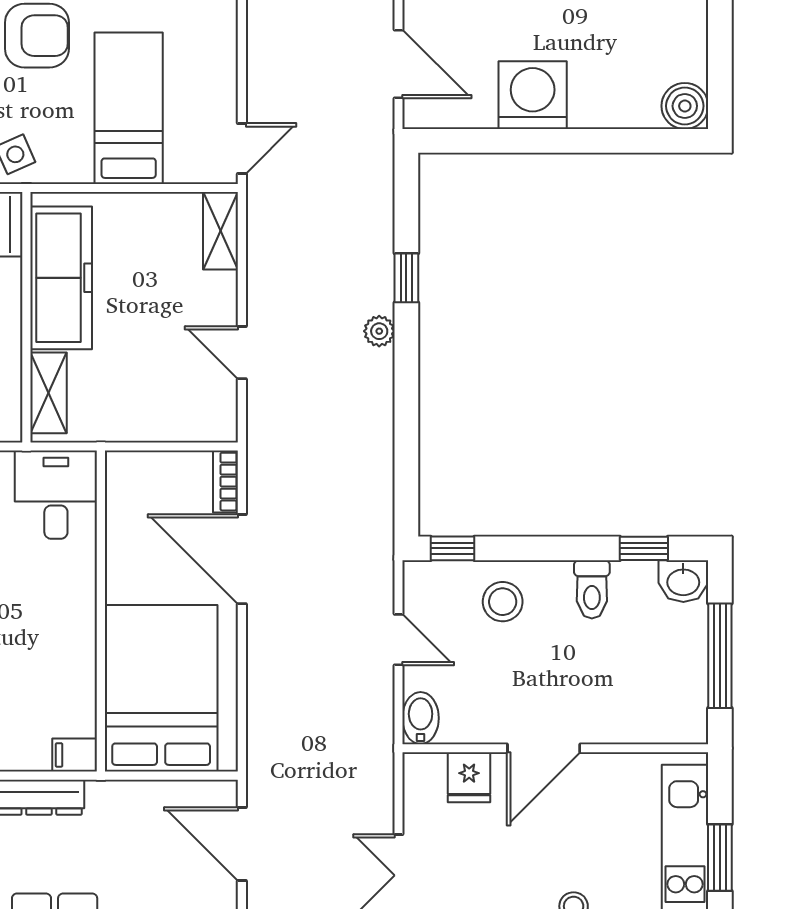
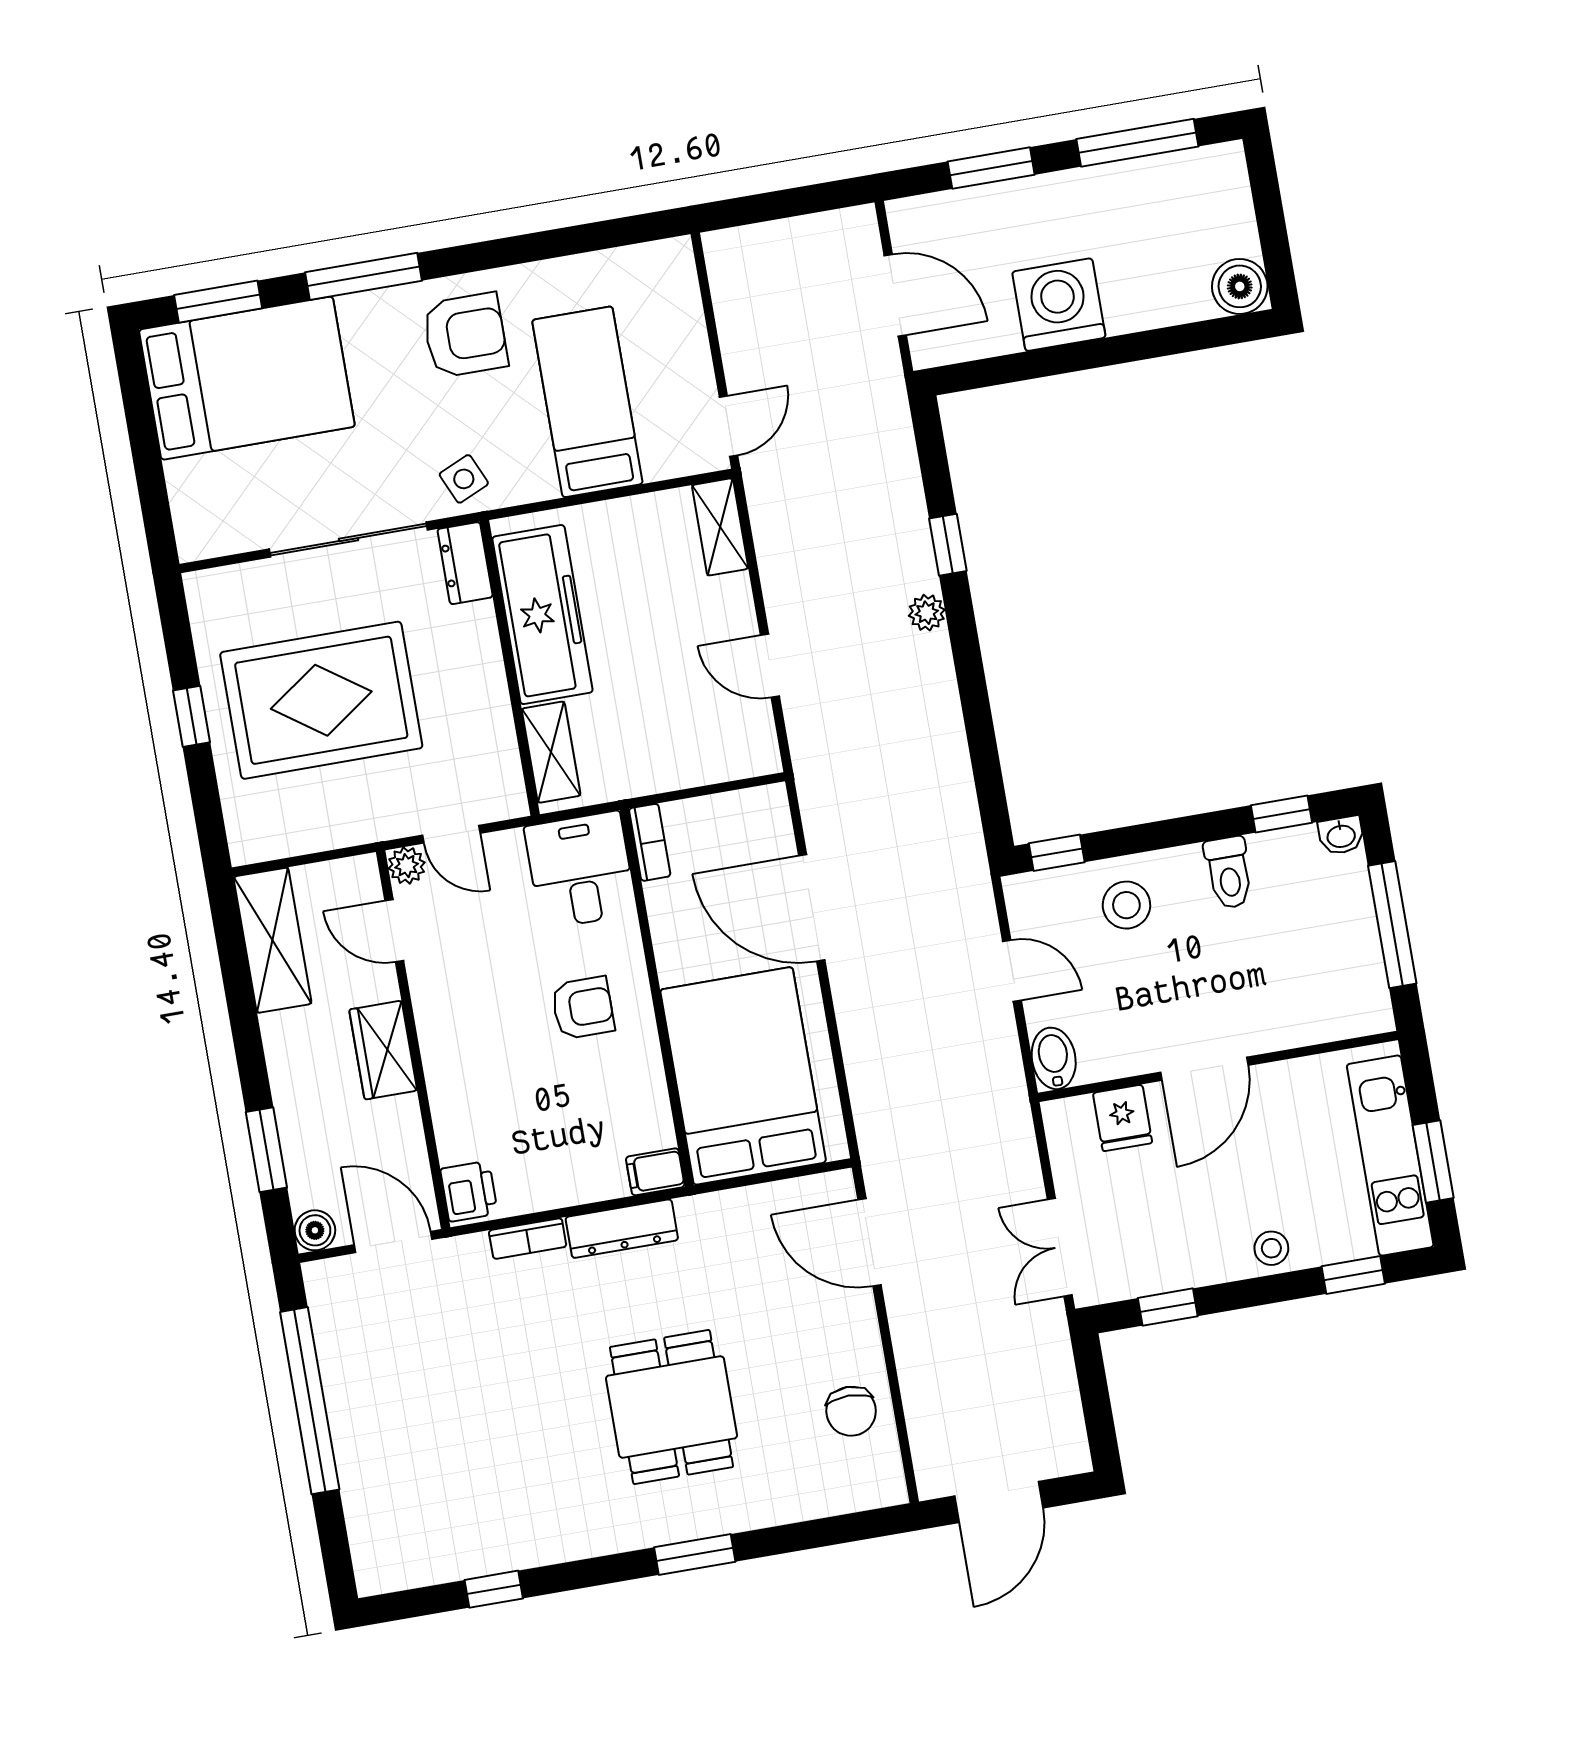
bookcase: (225, 482) -> (650, 842), moved, turned 180
washbasin: (683, 581) -> (1341, 835), width x0.72, depth x0.69
armchair: (38, 609) -> (583, 1008), added

